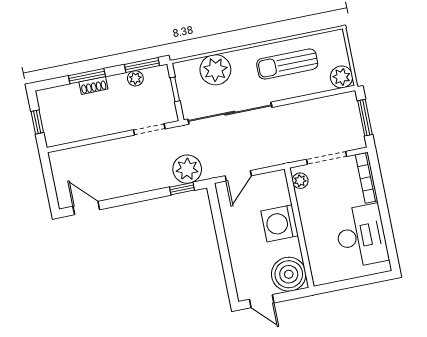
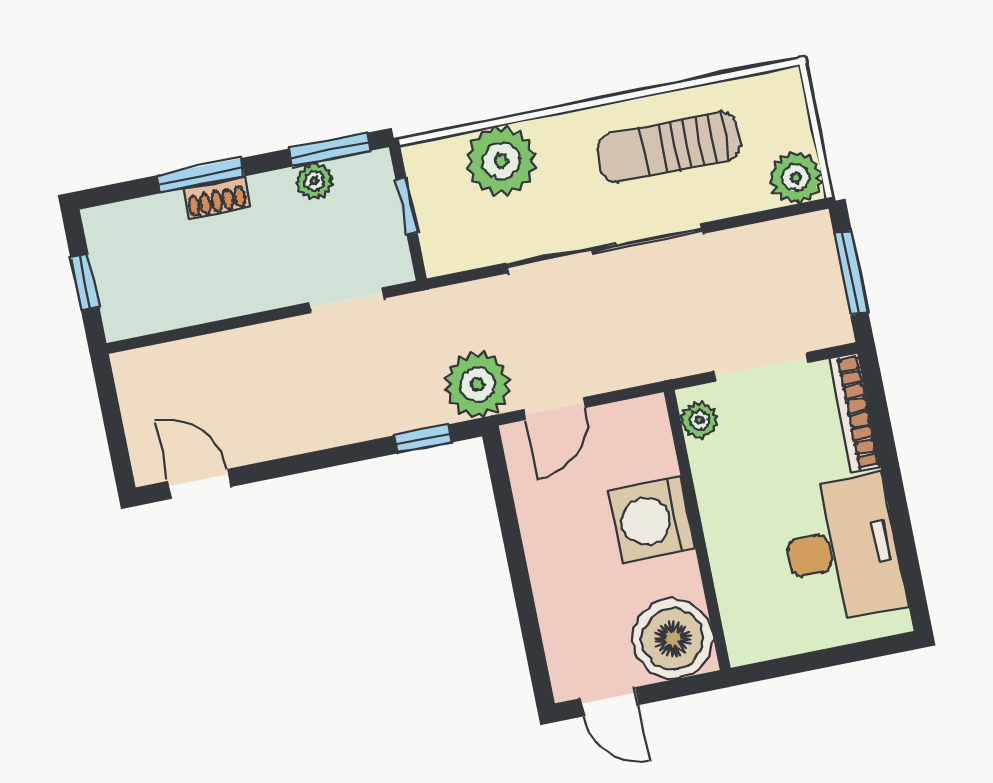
sliding door: (230, 113) -> (605, 248), moved
plant: (187, 169) -> (477, 385), moved

